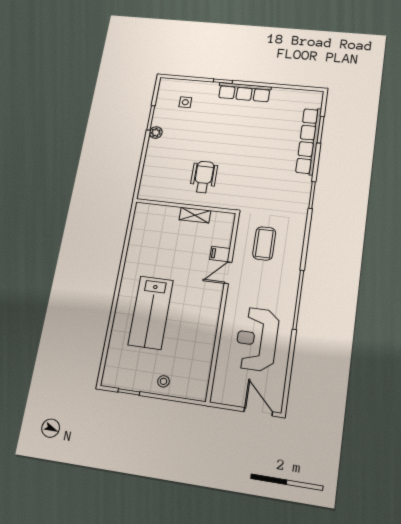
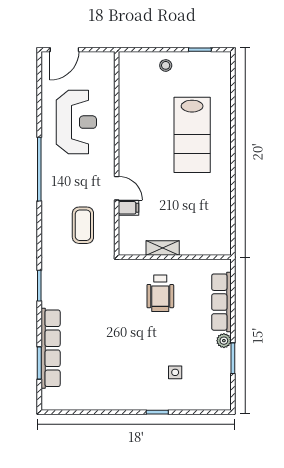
row of seats: (244, 92) -> (221, 302), moved, turned -90
side table: (185, 102) -> (175, 372), moved
door: (228, 273) -> (117, 188), hinge flipped
lab bench: (151, 312) -> (192, 135), turned 180
door: (258, 412) -> (64, 50), hinge flipped

